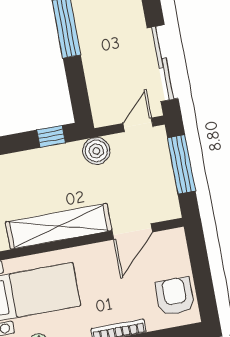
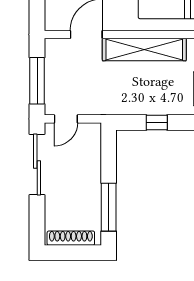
window: (51, 136) -> (157, 123), moved
boiler: (96, 151) -> (103, 104), removed

